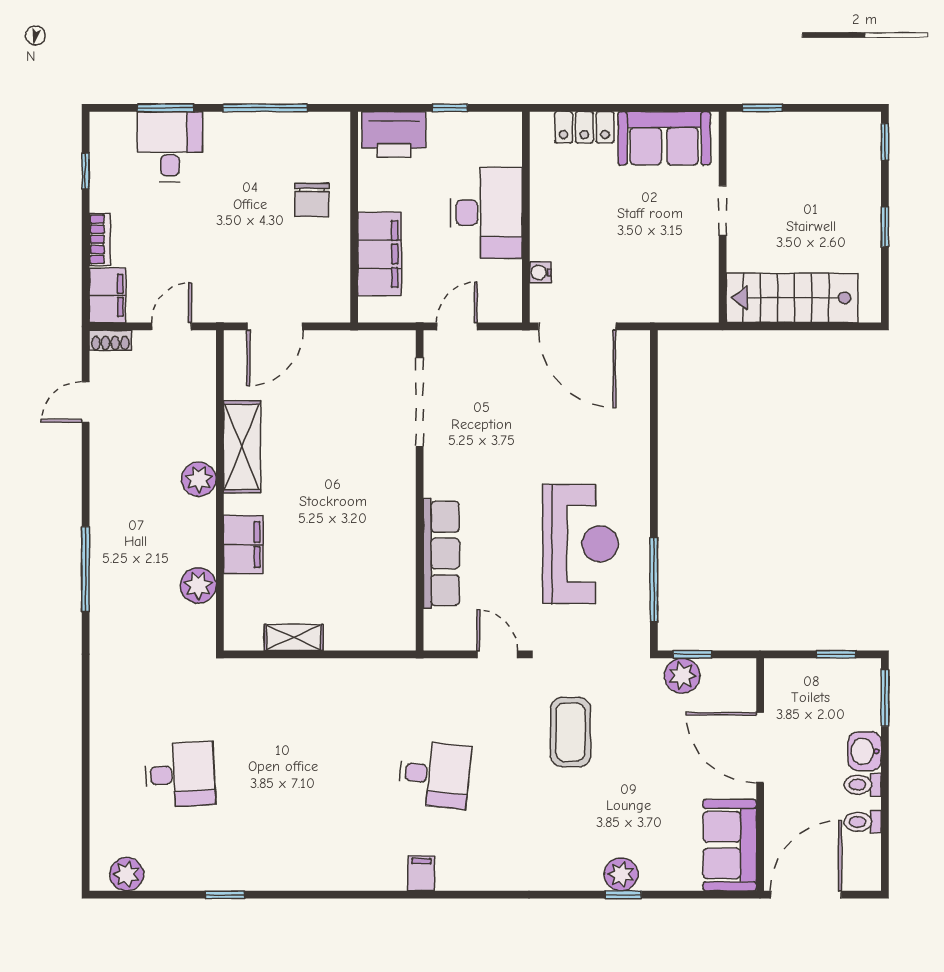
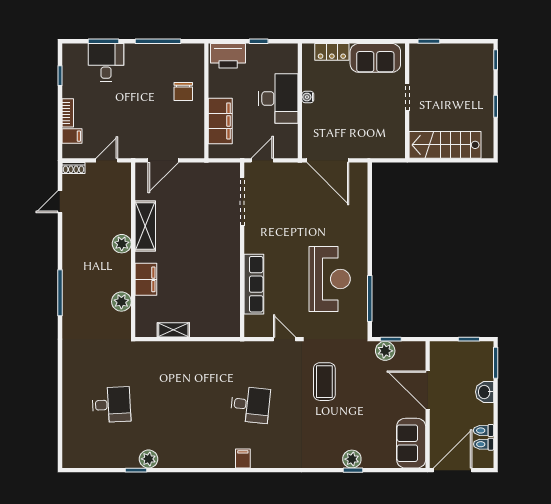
water cooler: (540, 272) -> (308, 97), moved
filing cabinet: (107, 295) -> (72, 136), width x0.50
toilet: (863, 785) -> (484, 444), moved
plant: (127, 874) -> (149, 459), moved

